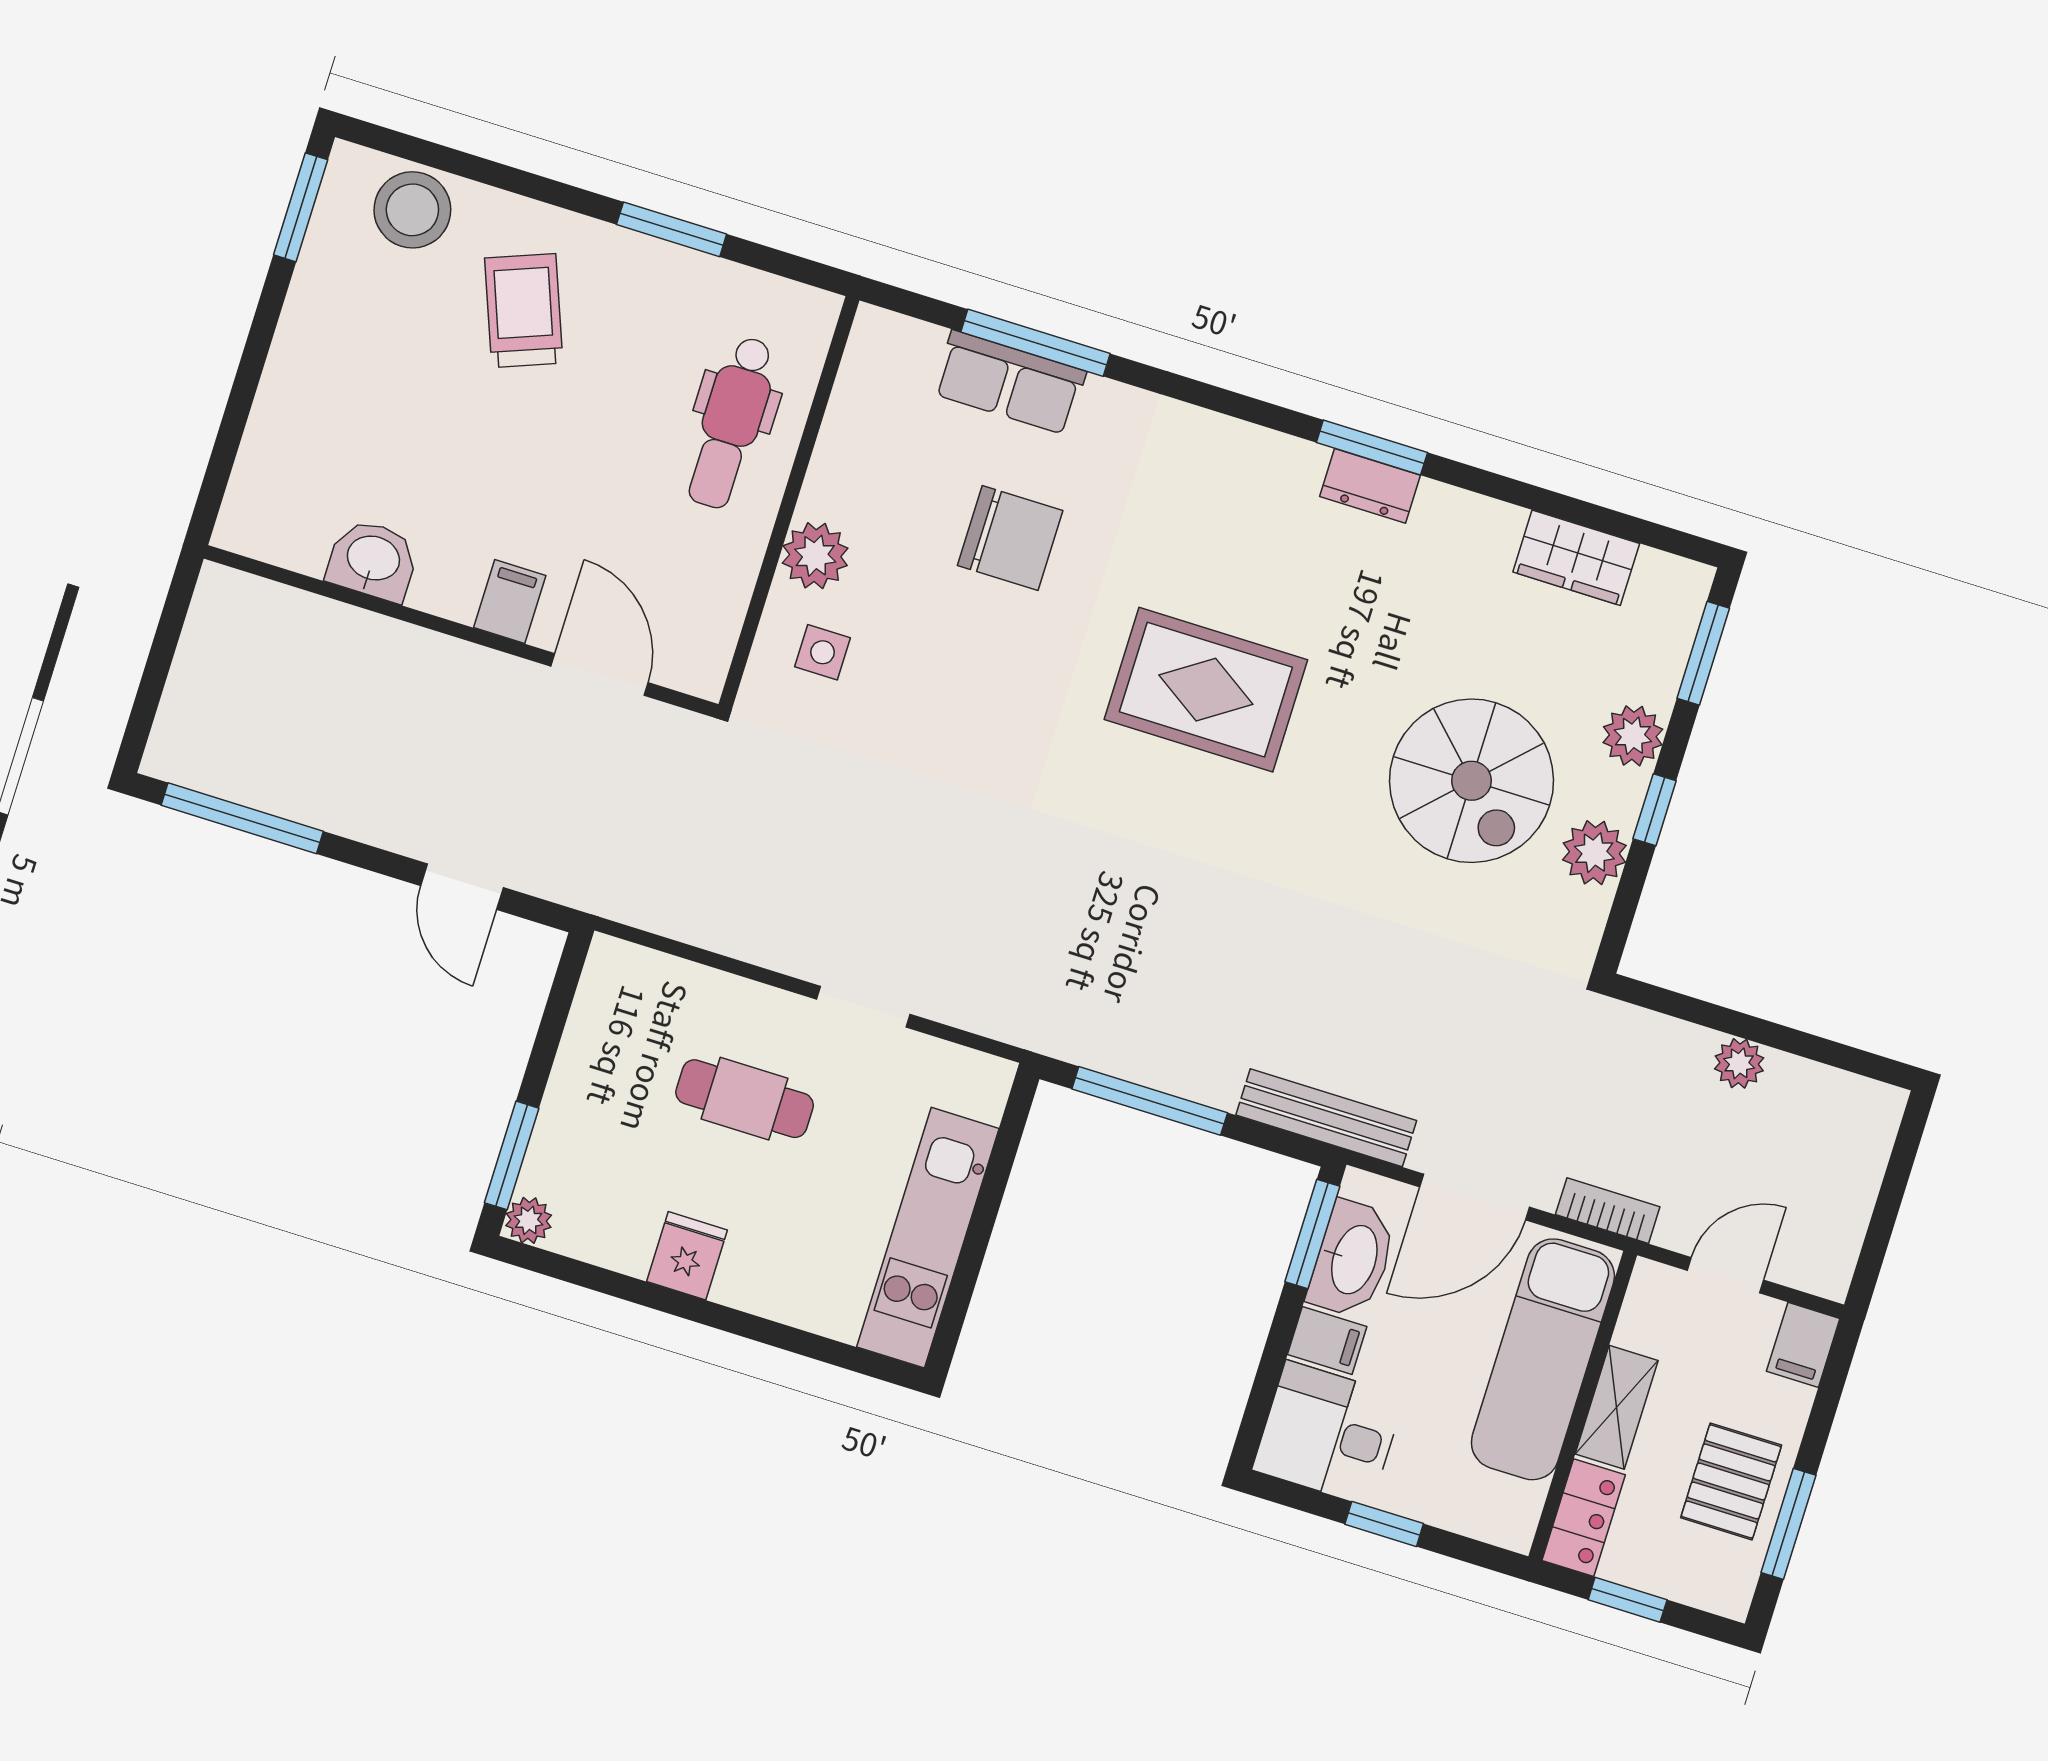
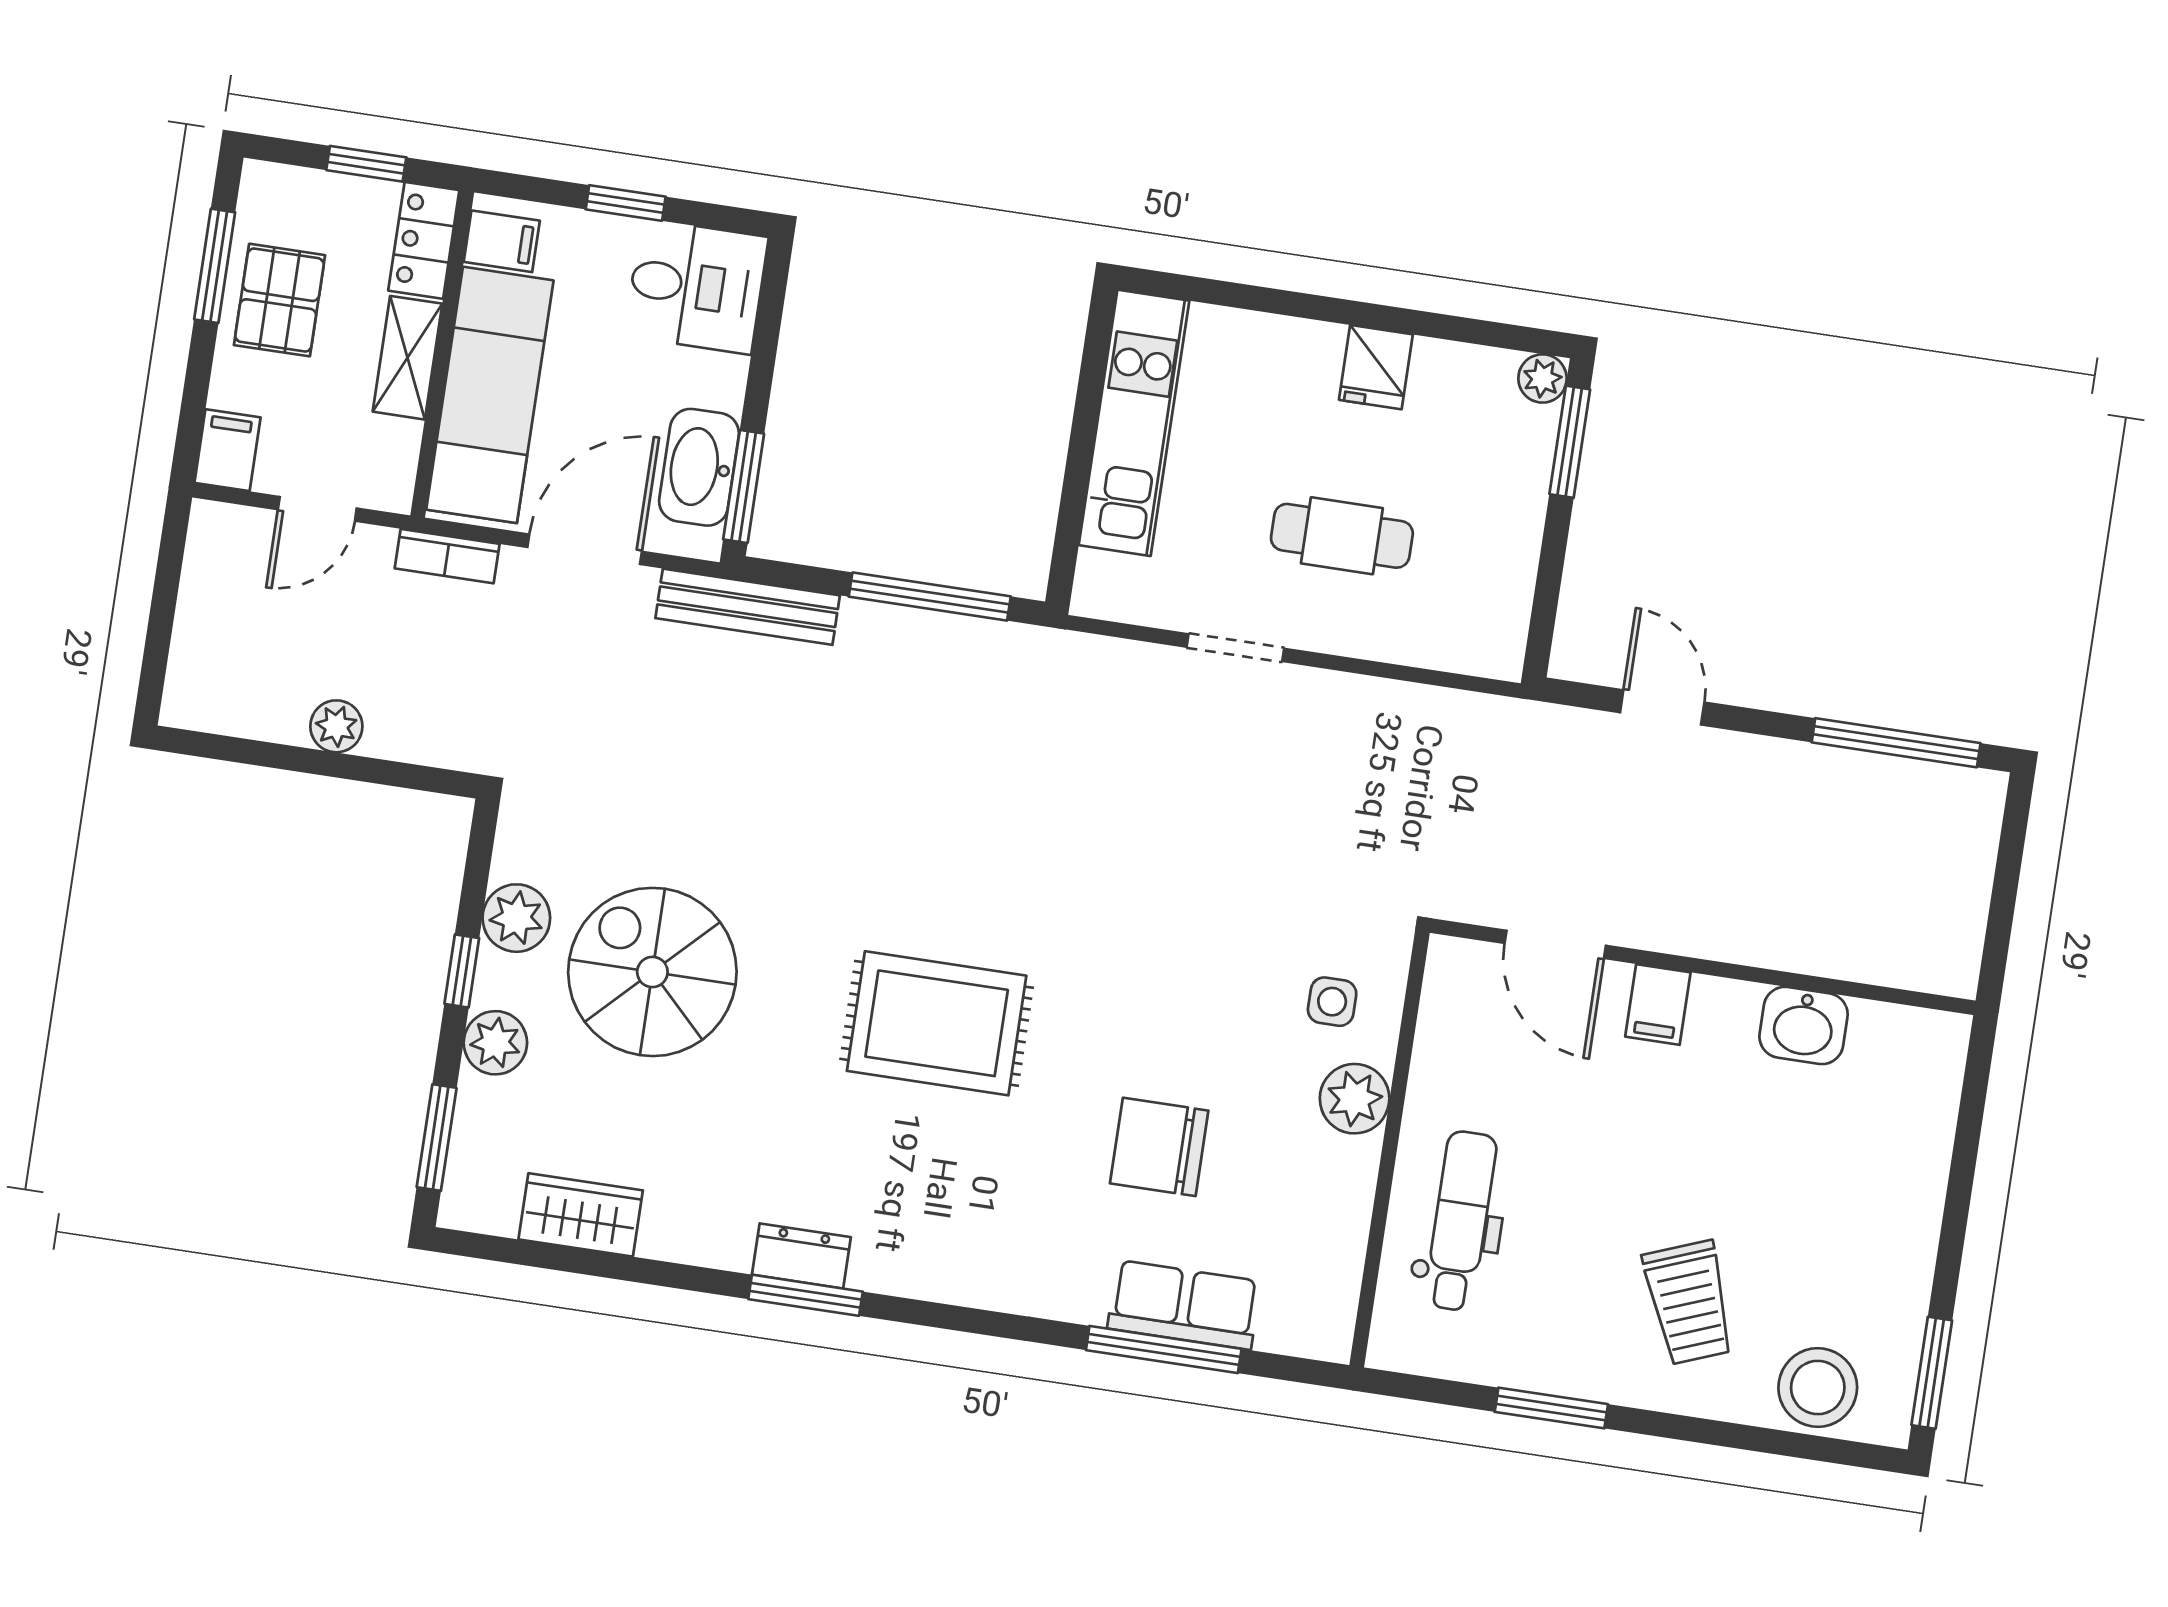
filing cabinet: (1327, 1340) -> (502, 241), moved, turned 180

